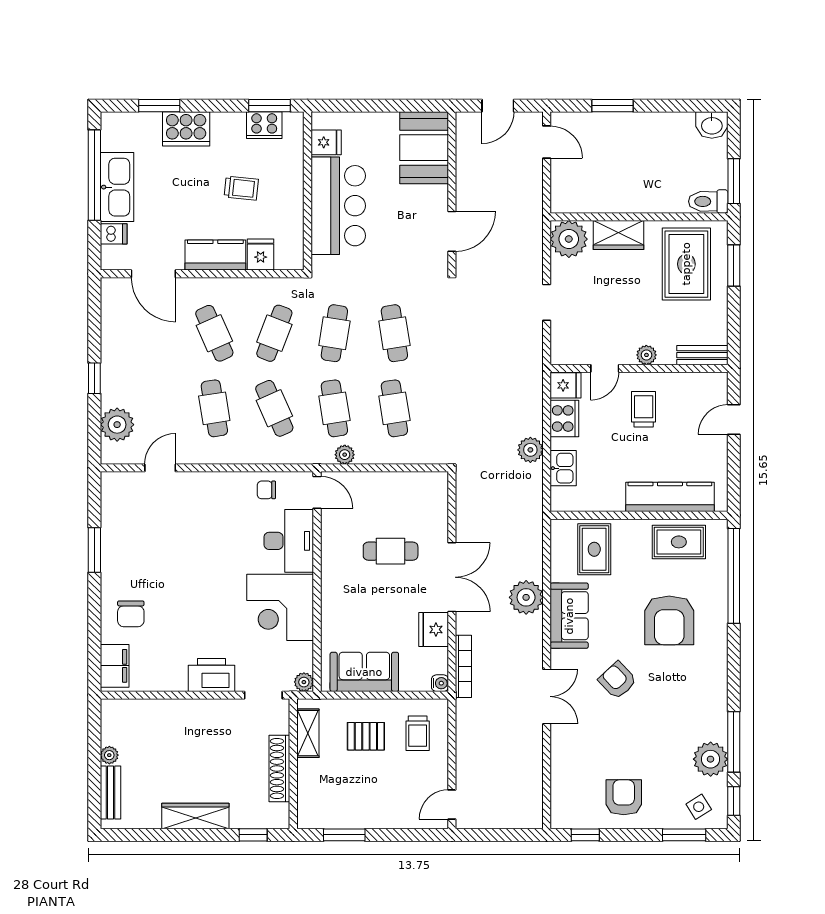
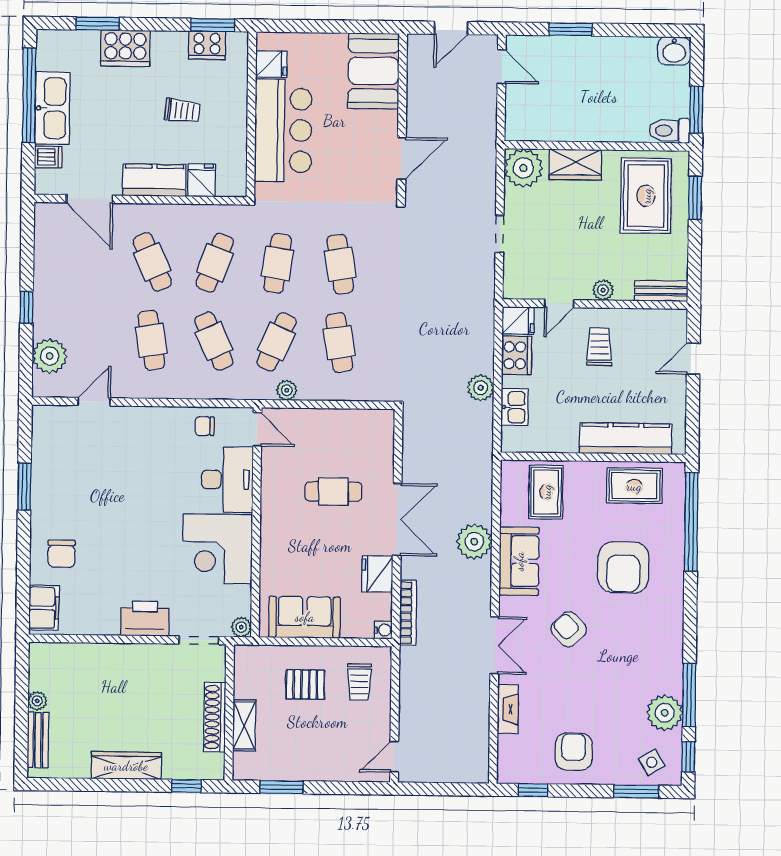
cafe table: (334, 408) -> (277, 342), turned 33
shelving: (308, 733) -> (244, 725), moved
fireplace: (560, 758) -> (508, 709), added

